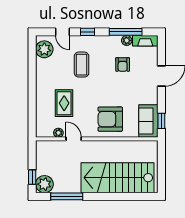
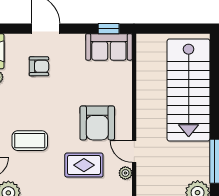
armchair: (123, 64) -> (39, 66), moved
armchair: (110, 119) -> (97, 123), moved
door: (74, 139) -> (134, 152), hinge flipped

